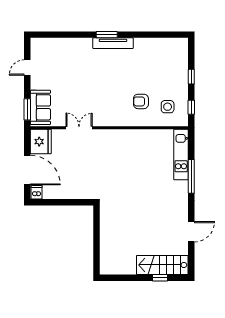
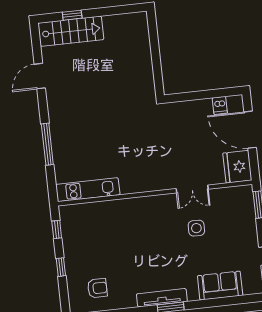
armchair: (141, 101) -> (97, 288), moved
sofa: (40, 107) -> (220, 286), moved, turned 90
side table: (168, 107) -> (196, 228), moved
kitchen unit: (181, 155) -> (88, 190), moved, turned -90
dishwasher: (37, 192) -> (220, 105), moved

